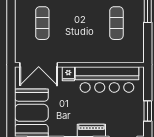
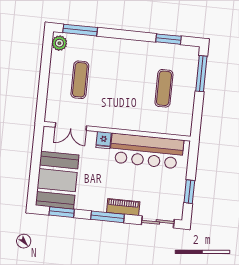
double door: (39, 65) -> (71, 127), width x0.73

